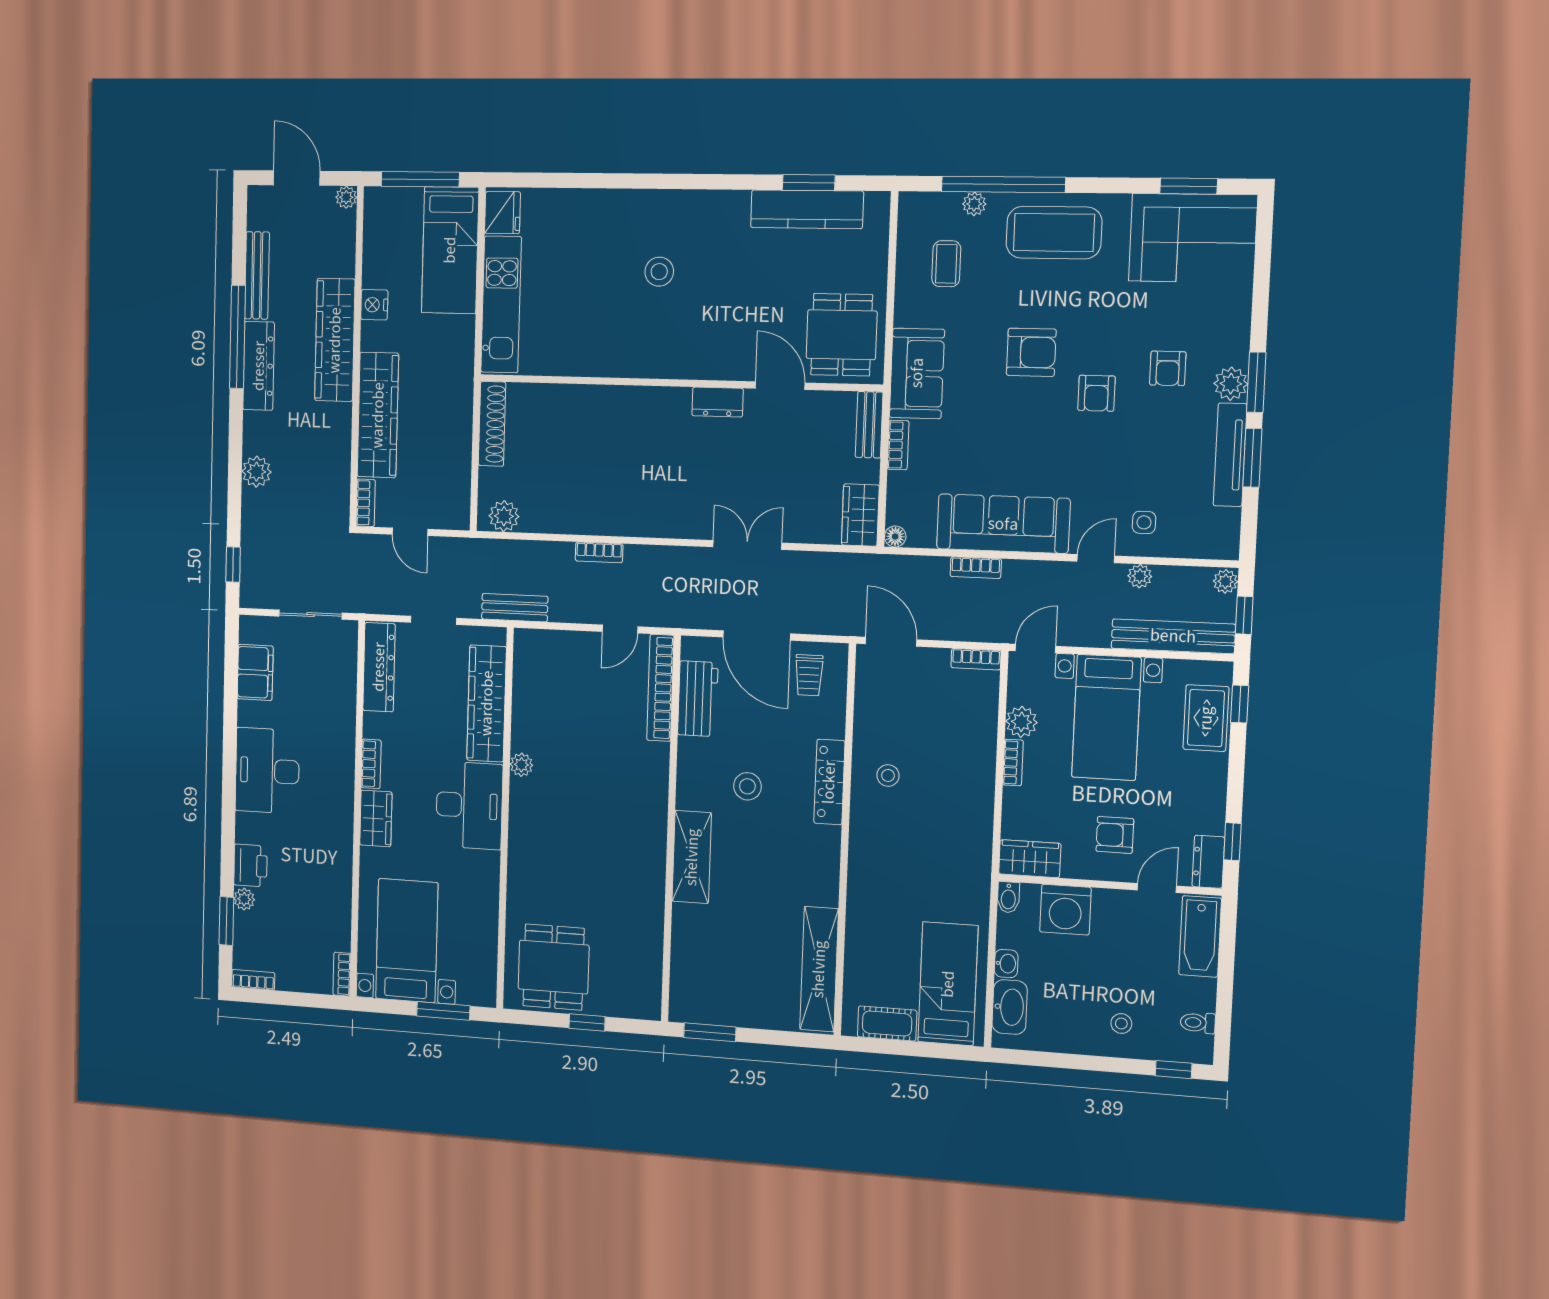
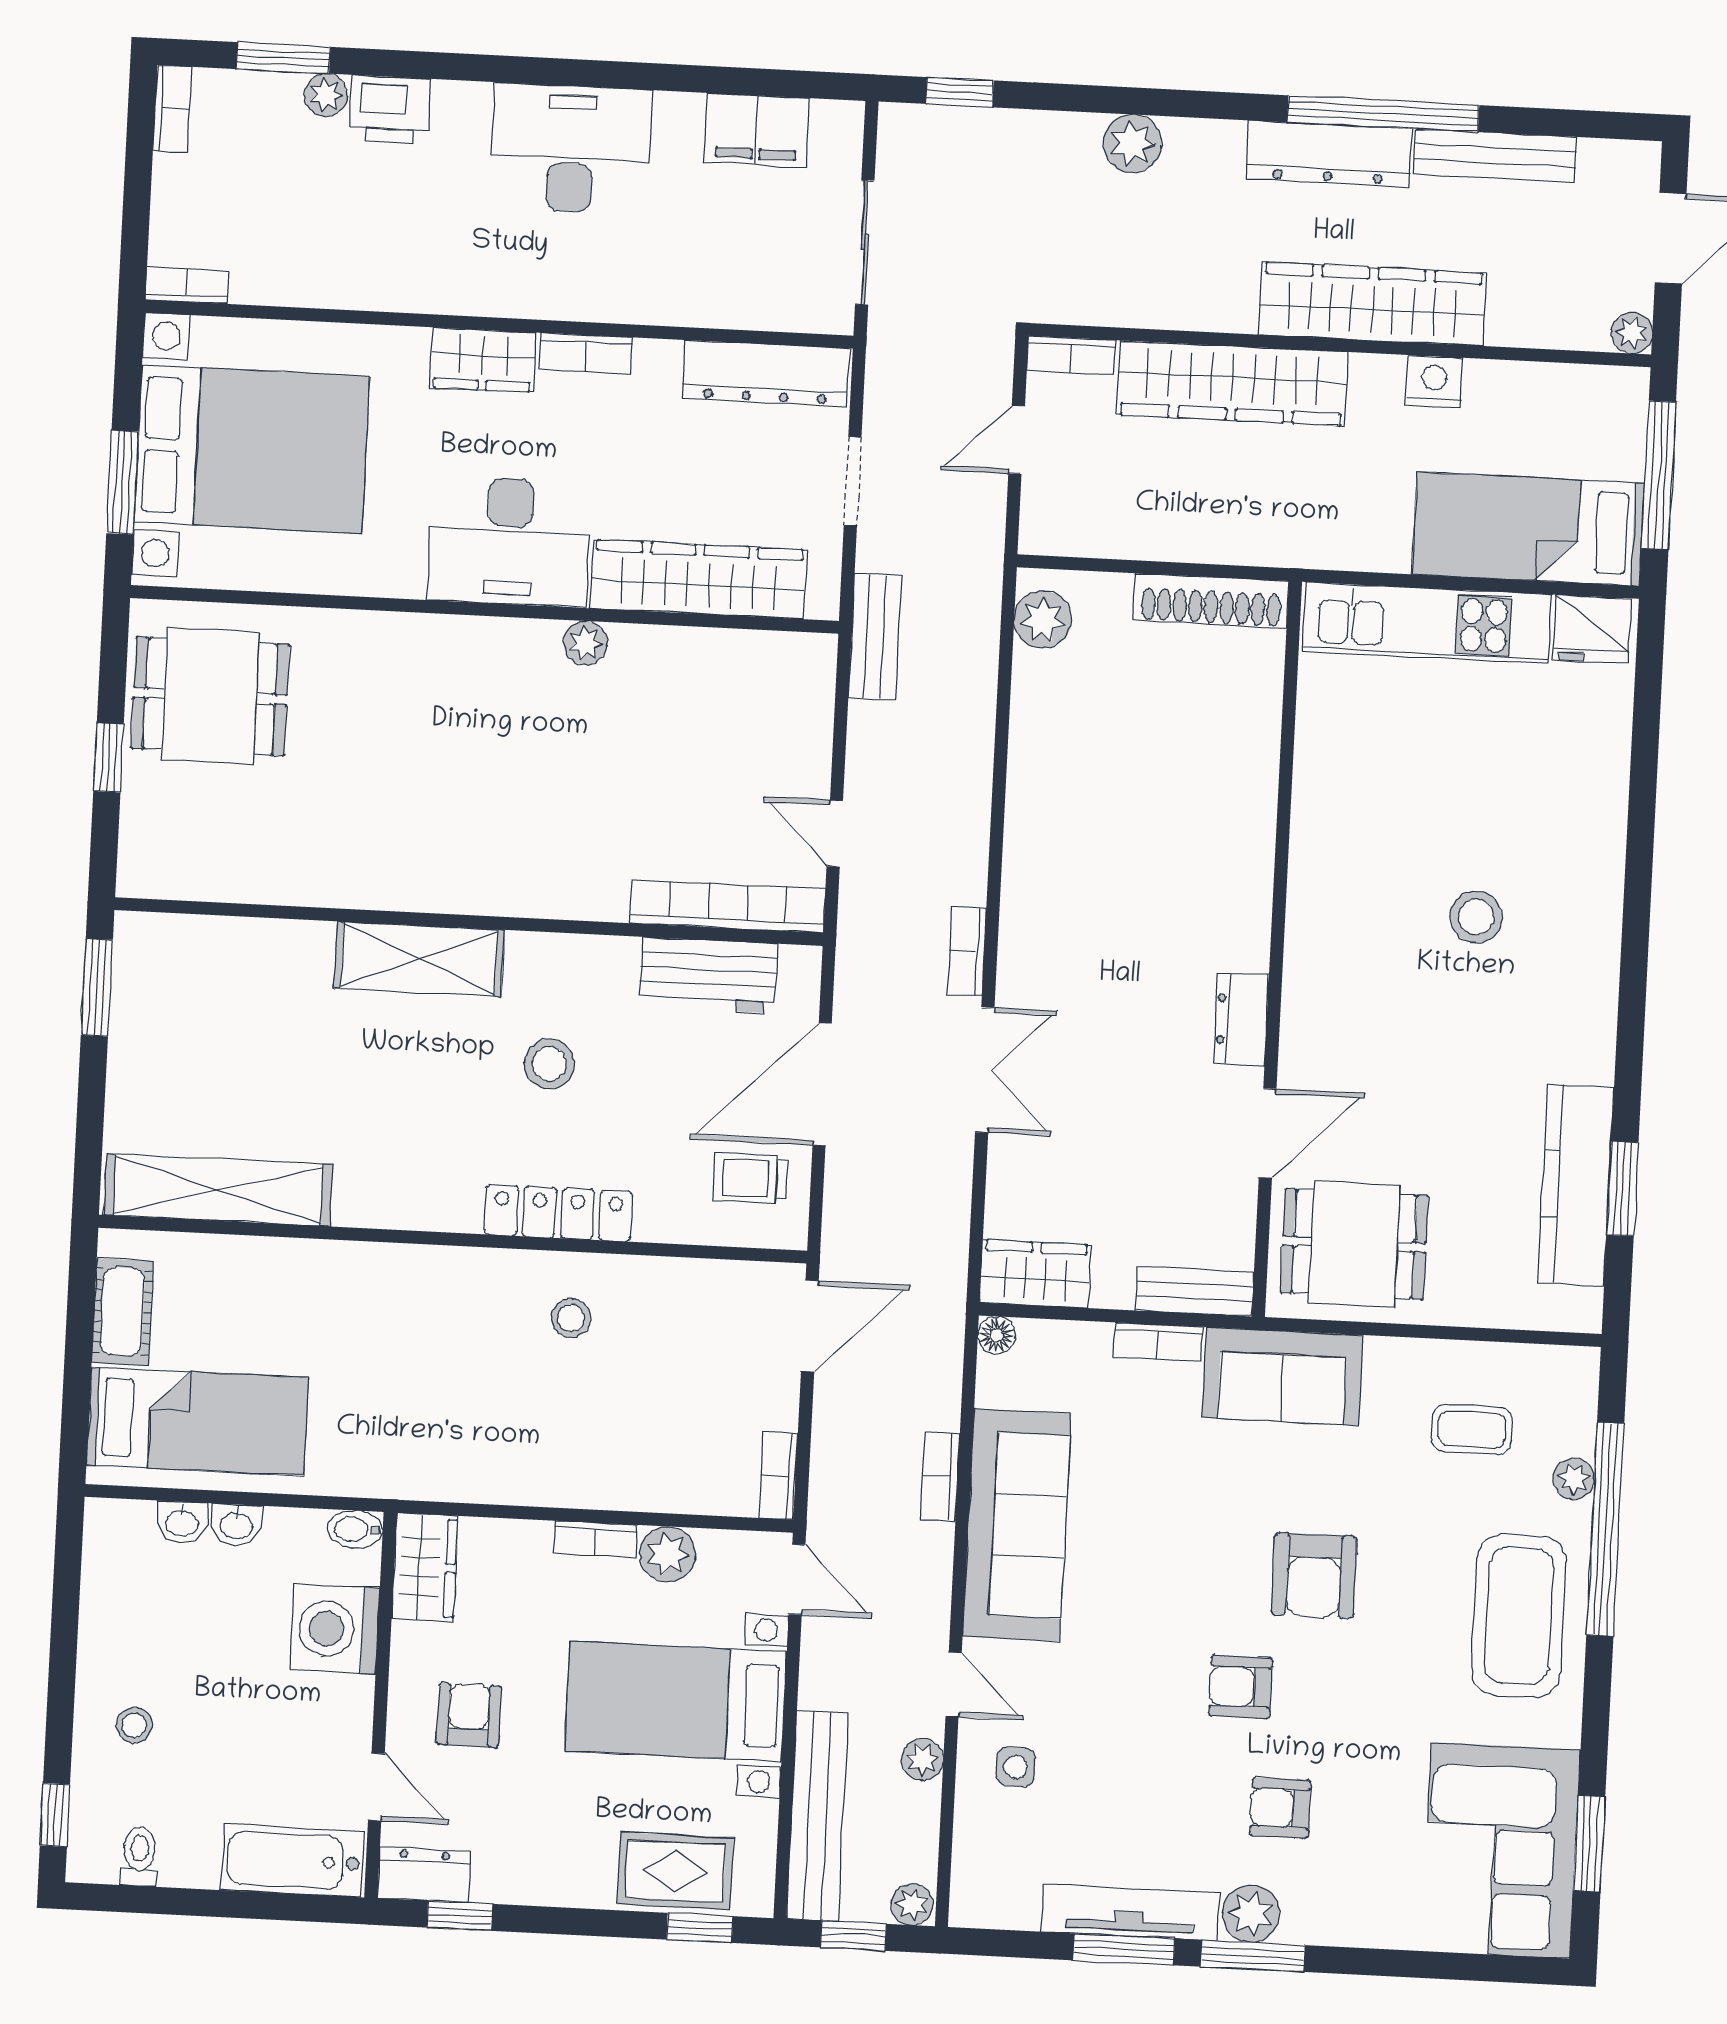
bookcase: (599, 552) -> (967, 951), moved
bed with nightstands: (407, 941) -> (252, 449), width x1.36
washbasin: (1010, 1007) -> (182, 1522), width x0.52, depth x0.69

